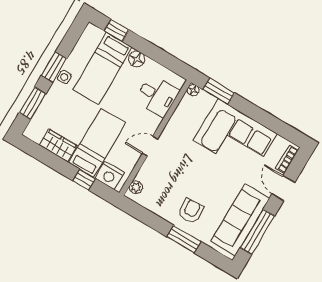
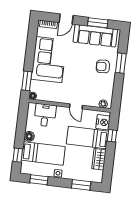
window: (54, 67) -> (39, 180), moved
window: (257, 232) -> (98, 23), width x0.69

